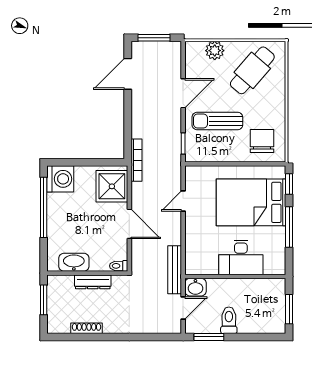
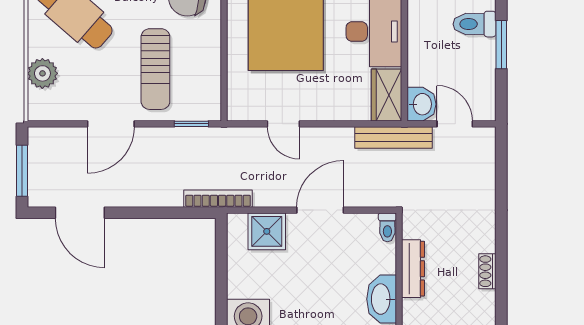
door: (183, 93) -> (111, 124), swing flipped
shower: (112, 186) -> (267, 231), width x0.73, depth x0.73
wardrobe: (201, 265) -> (387, 95), added
toilet: (229, 320) -> (475, 24), moved
shoe rack: (87, 328) -> (487, 271), width x0.70
window: (209, 337) -> (501, 45), moved

